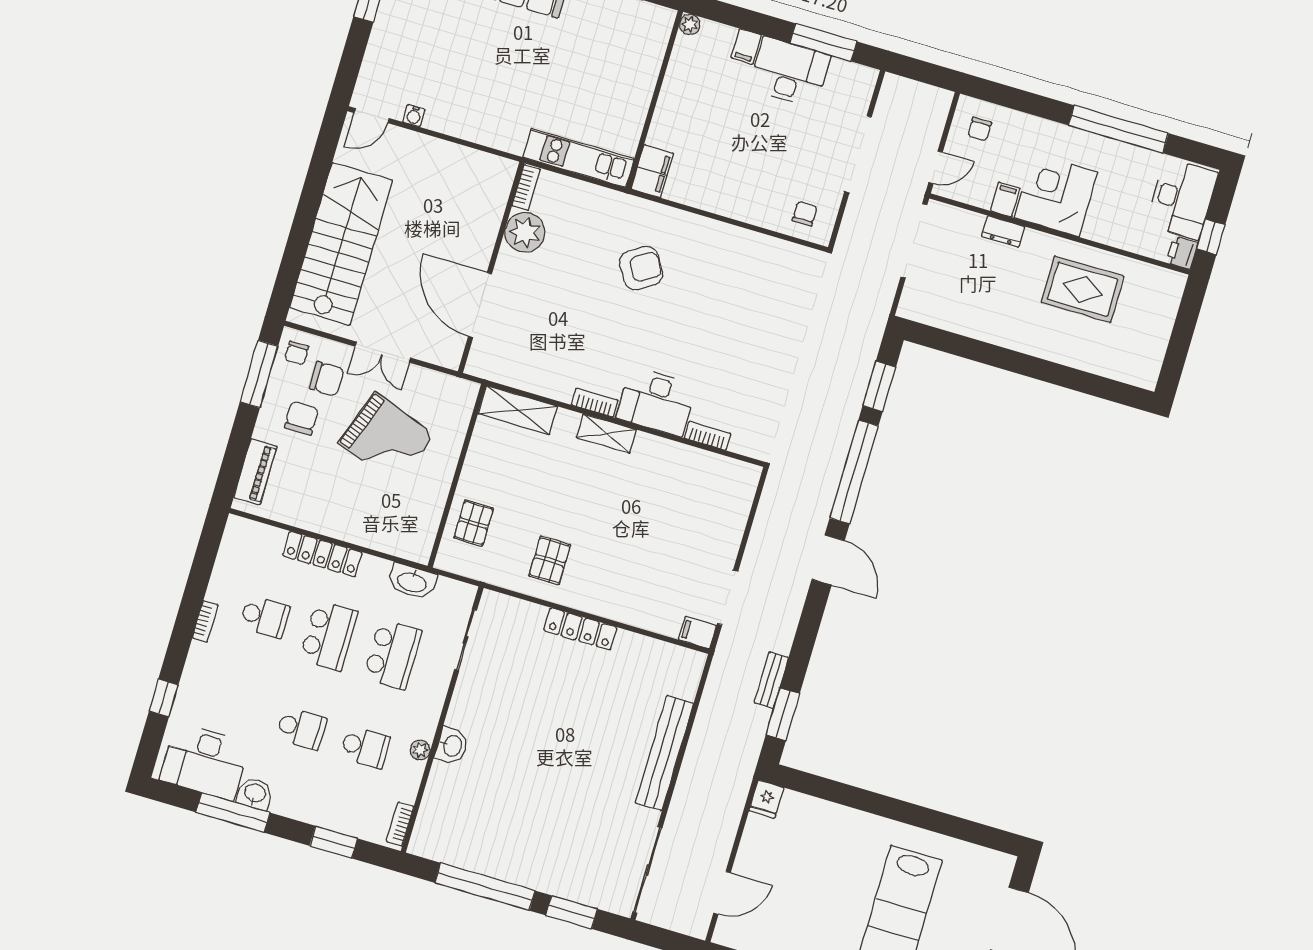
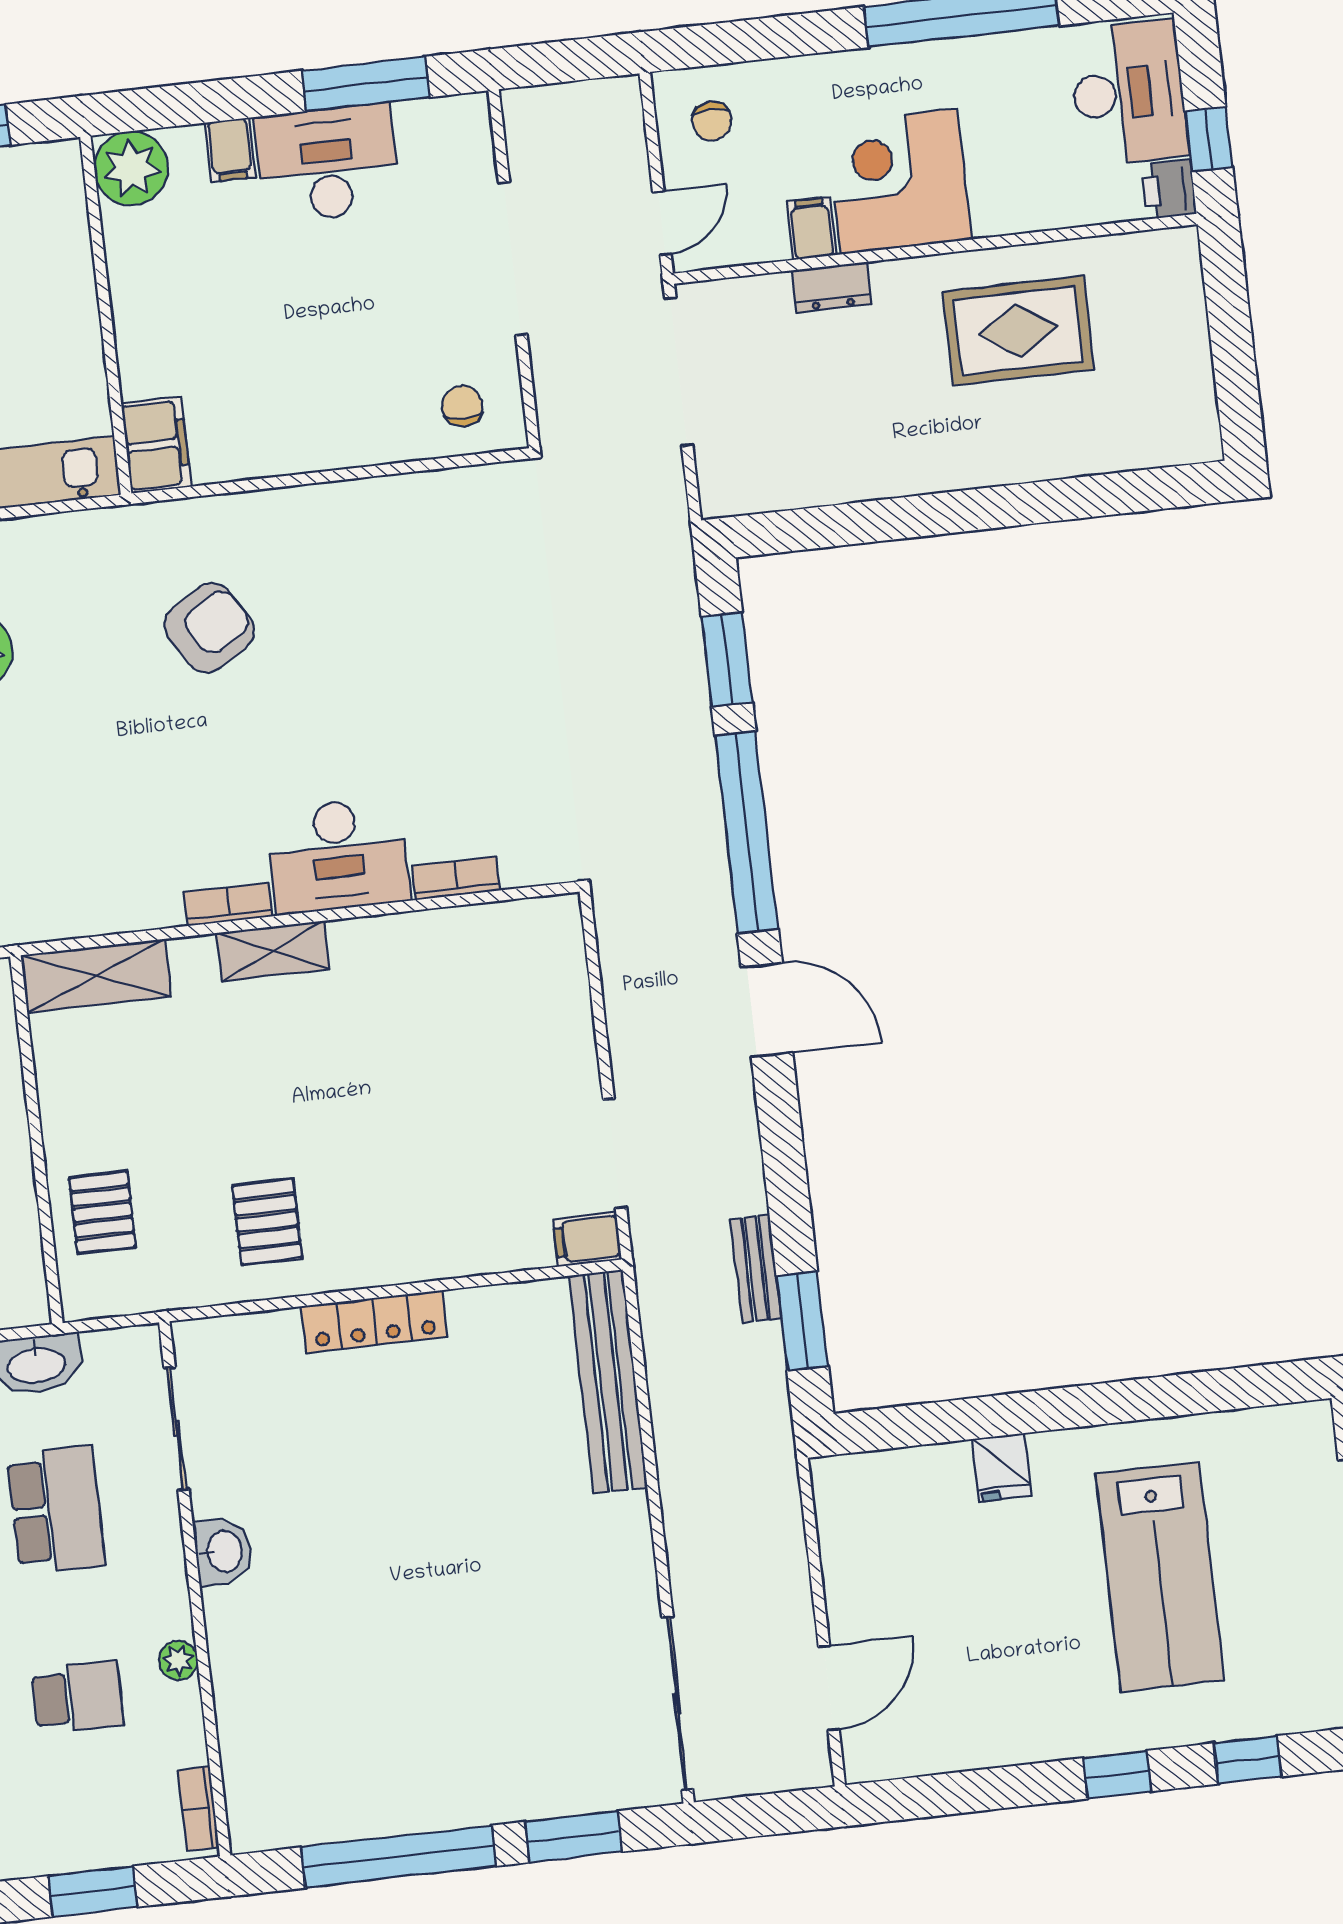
plant: (690, 24) -> (131, 168), width x1.88, depth x1.88
washbasin: (452, 746) -> (223, 1552), moved
bench: (664, 753) -> (608, 1381), moved
fridge: (766, 799) -> (1002, 1467), moved

